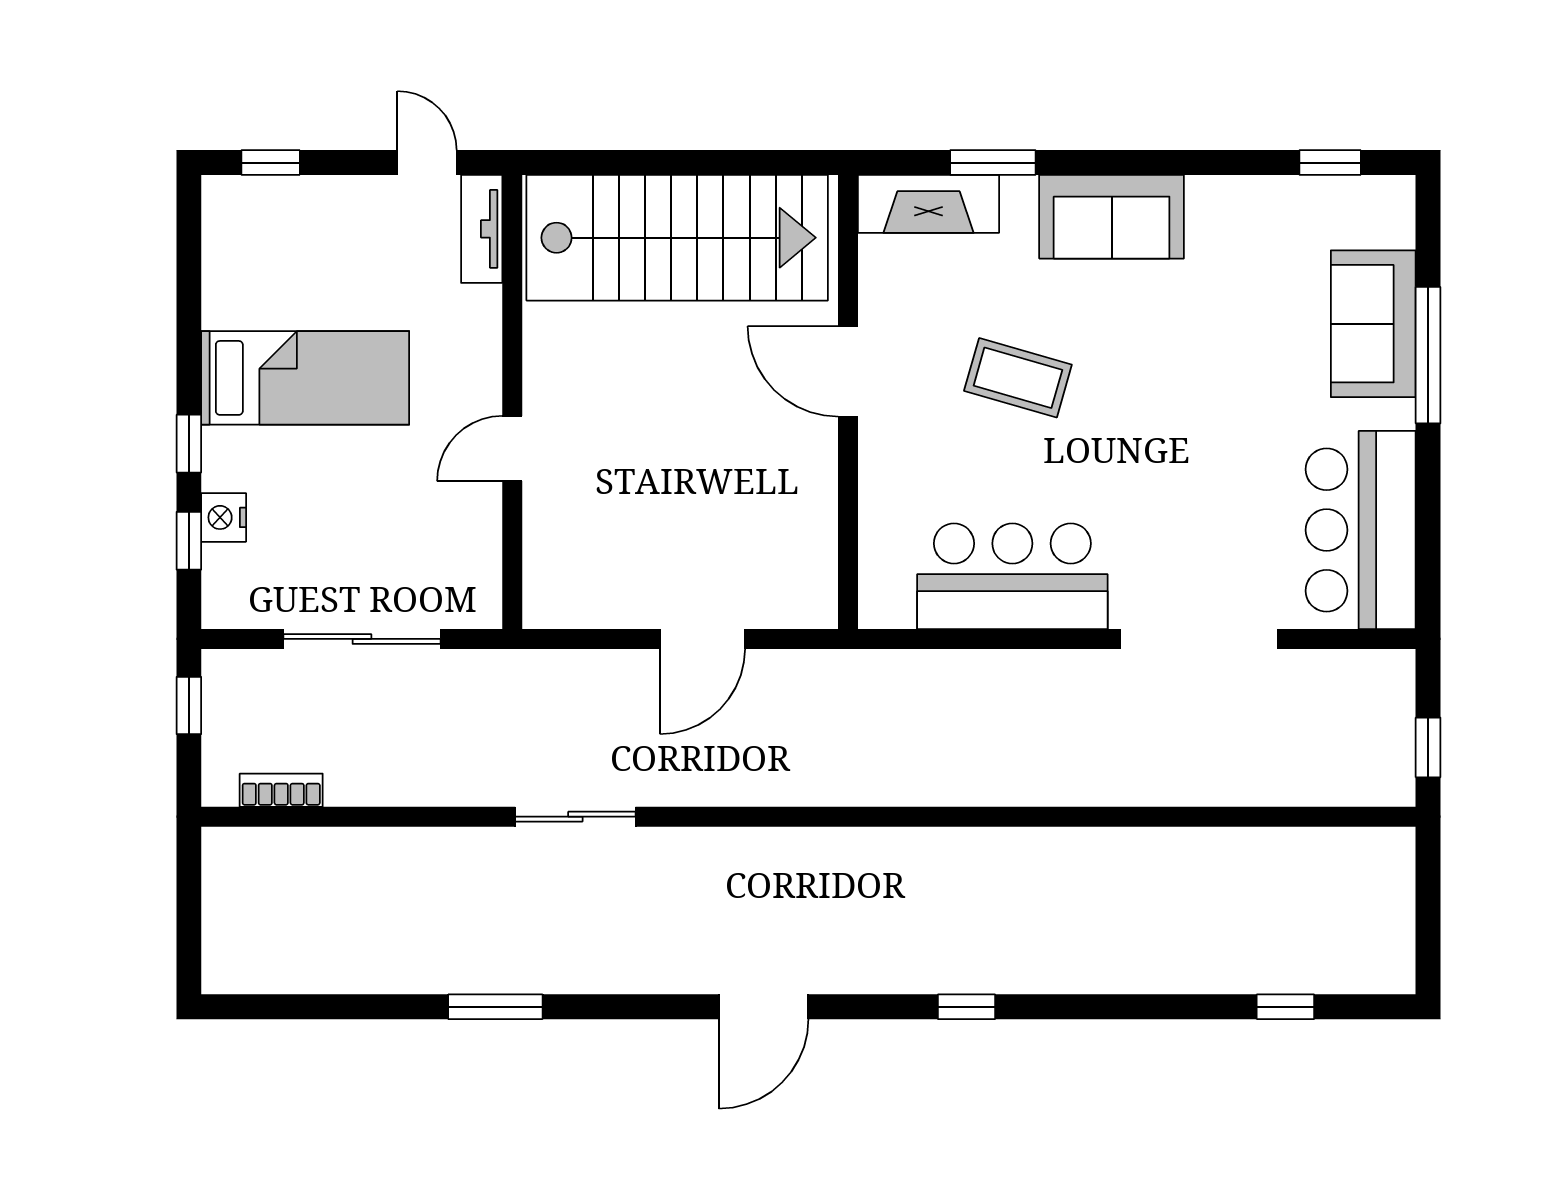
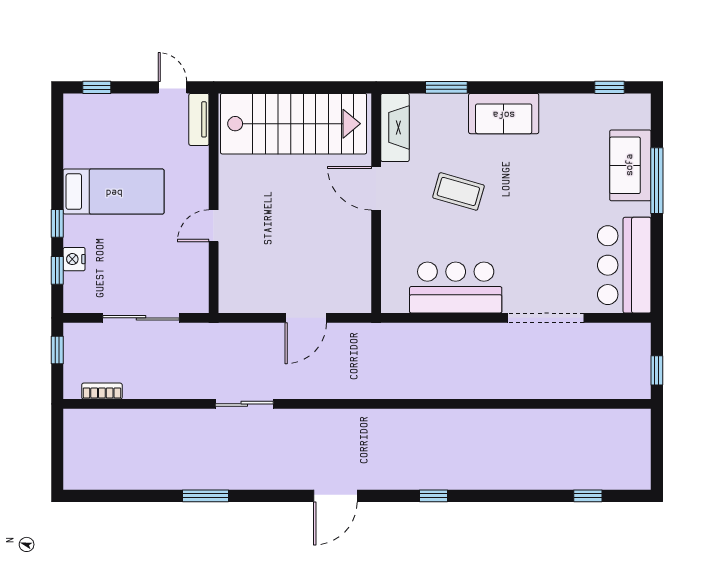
fireplace: (928, 204) -> (395, 127), moved, turned -90

